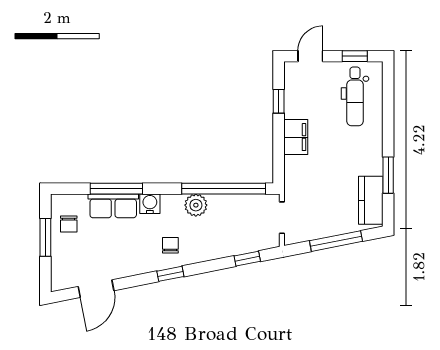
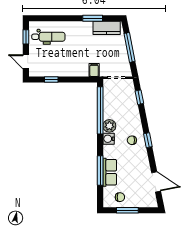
filing cabinet: (296, 137) -> (94, 70), moved, width x0.50
water cooler: (150, 204) -> (109, 139), moved

